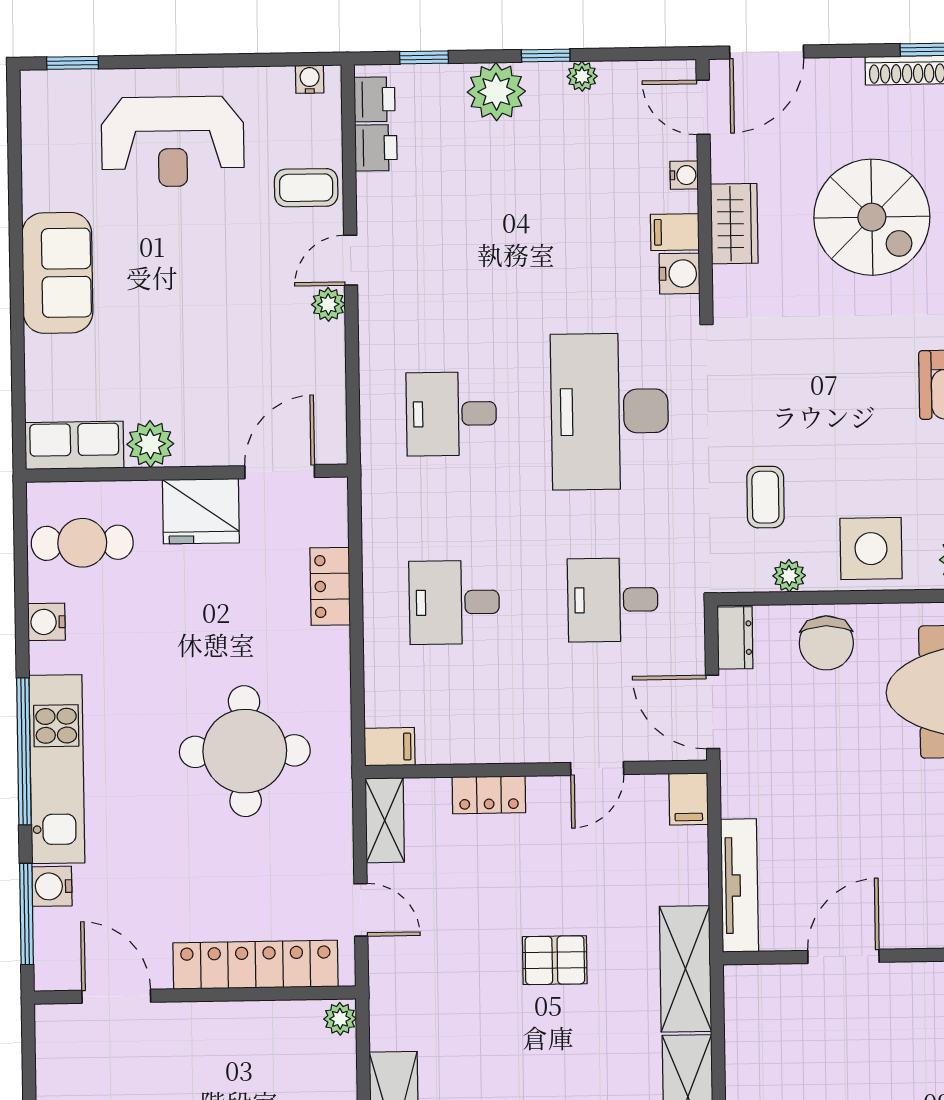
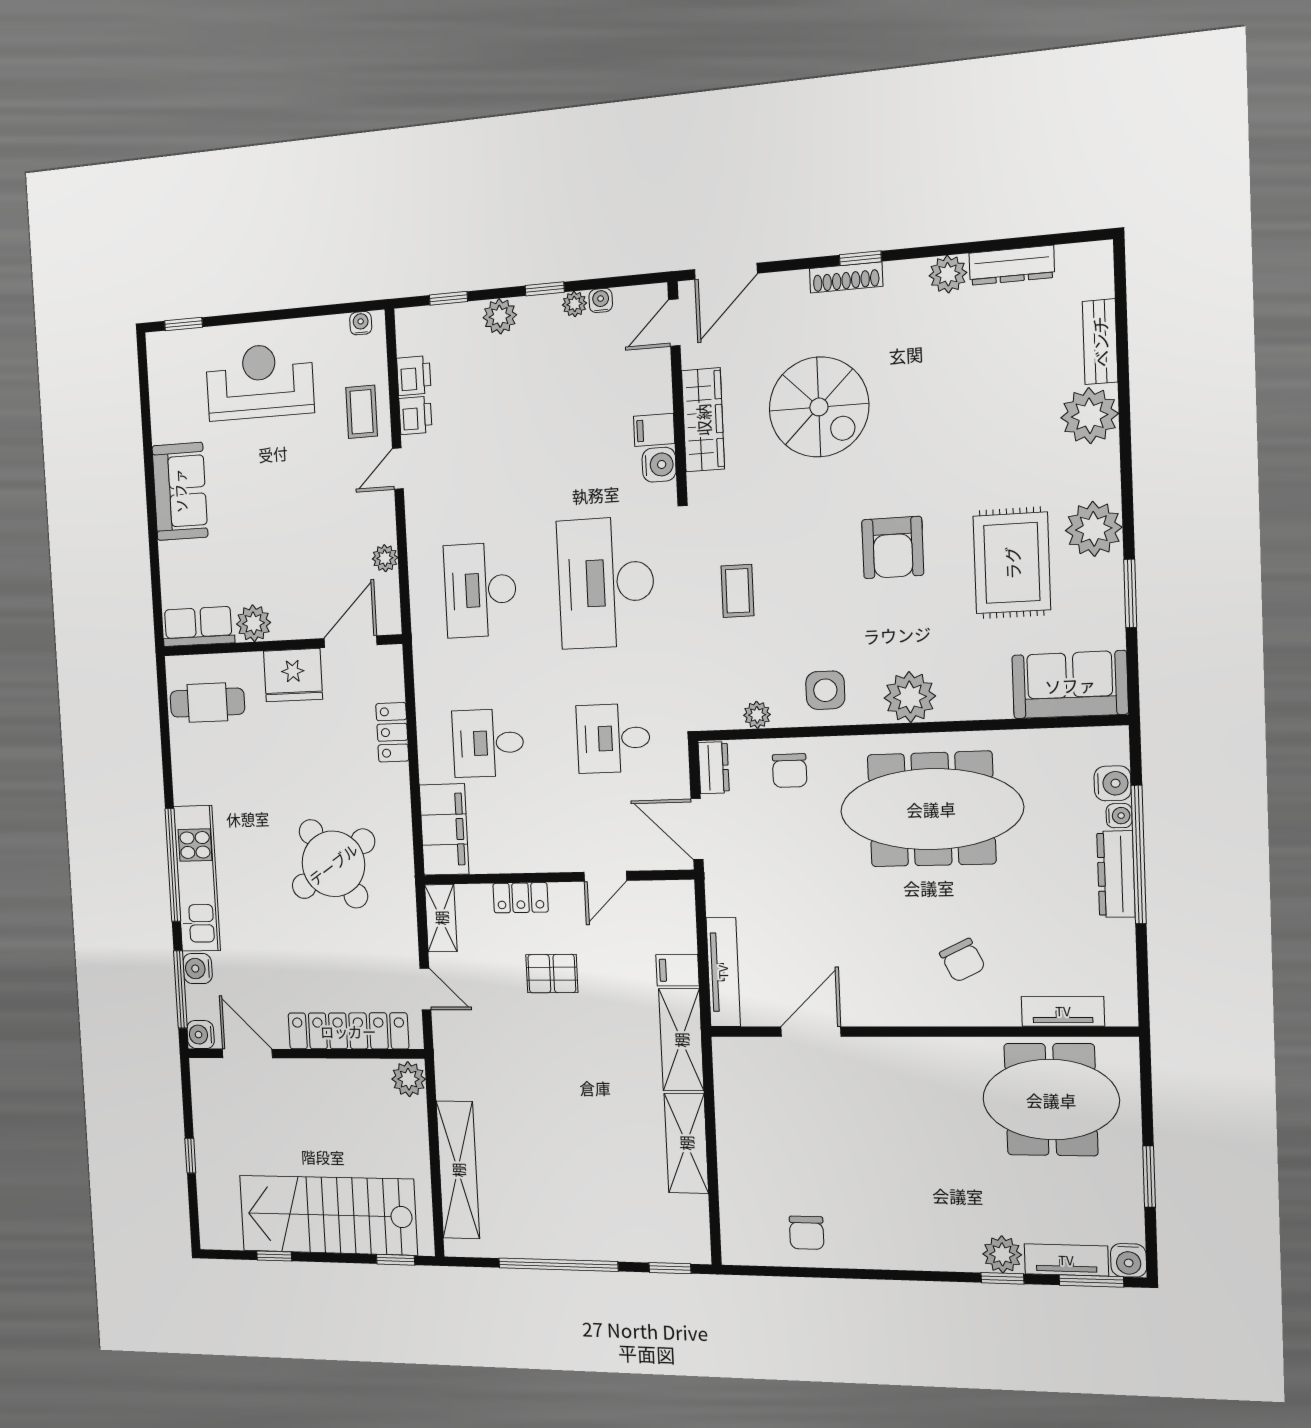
plant: (496, 92) -> (500, 316), width x0.73, depth x0.73
printer: (375, 99) -> (415, 415), moved
door: (703, 107) -> (674, 323), hinge flipped
reception desk: (173, 142) -> (260, 381), turned 180
water cooler: (684, 175) -> (601, 300), moved, turned -90
coffee table: (306, 188) -> (362, 412), turned 90
wardrobe: (734, 224) -> (703, 420), width x1.50
plant: (328, 304) -> (385, 558), moved
desk: (451, 414) -> (480, 590), width x1.37
coffee table: (765, 497) -> (737, 591), moved
side table: (871, 549) -> (825, 690), width x0.73, depth x0.73
water cooler: (47, 622) -> (201, 1035), moved
chair: (826, 643) -> (790, 771), width x0.73, depth x0.73
filing cabinet: (390, 747) -> (444, 829), width x3.00, depth x1.17
round table: (245, 751) -> (333, 864), turned -34
filing cabinet: (689, 799) -> (677, 970), moved, turned 90
pallet: (555, 960) -> (552, 974), moved
plant: (340, 1019) -> (409, 1079), width x1.38, depth x1.38

